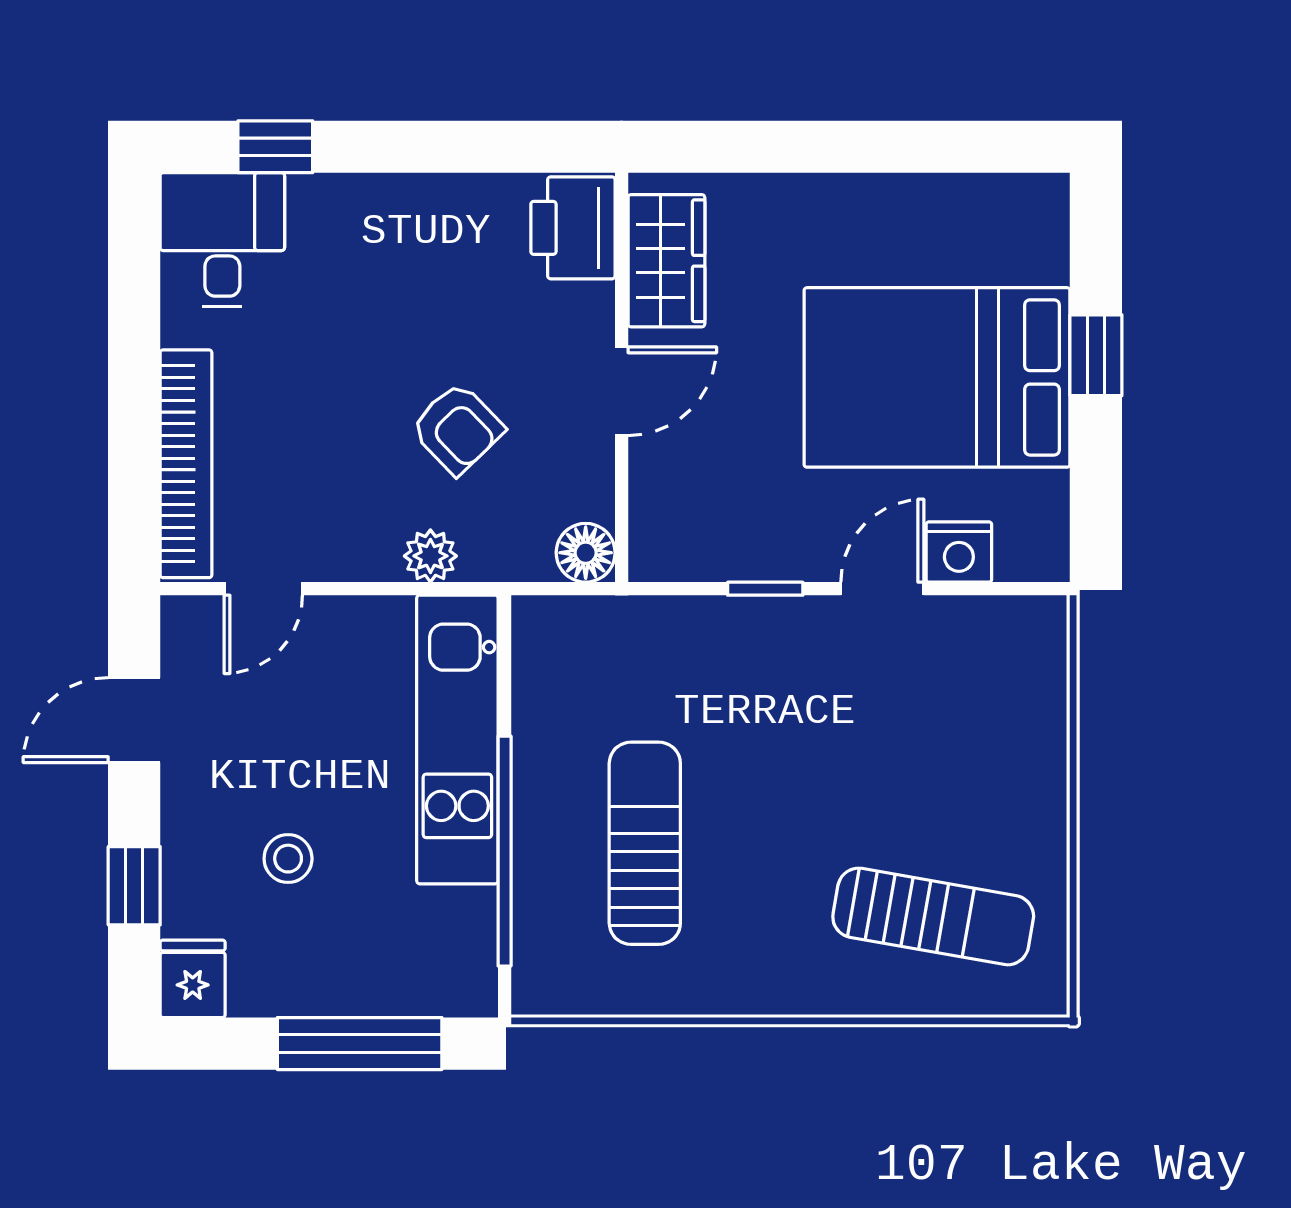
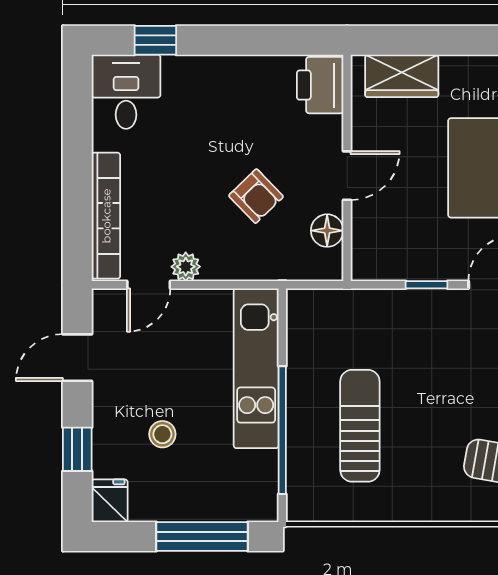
wardrobe: (666, 261) -> (402, 76), moved, turned 90
floor lamp: (586, 553) -> (327, 231), moved
plant: (430, 556) -> (186, 267), moved

